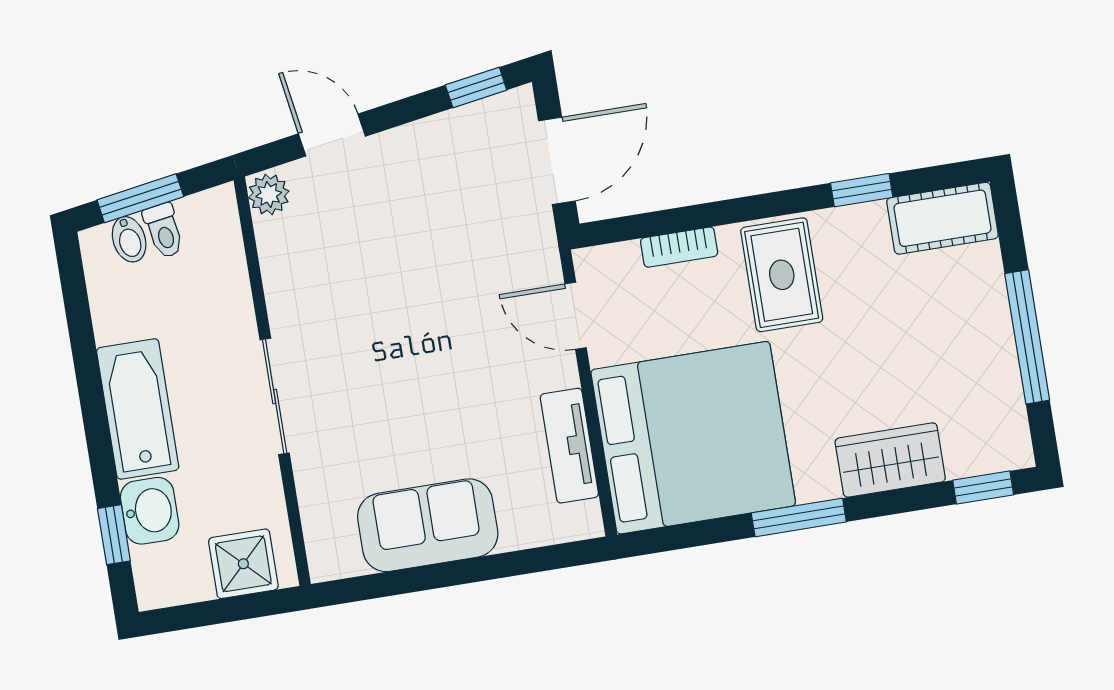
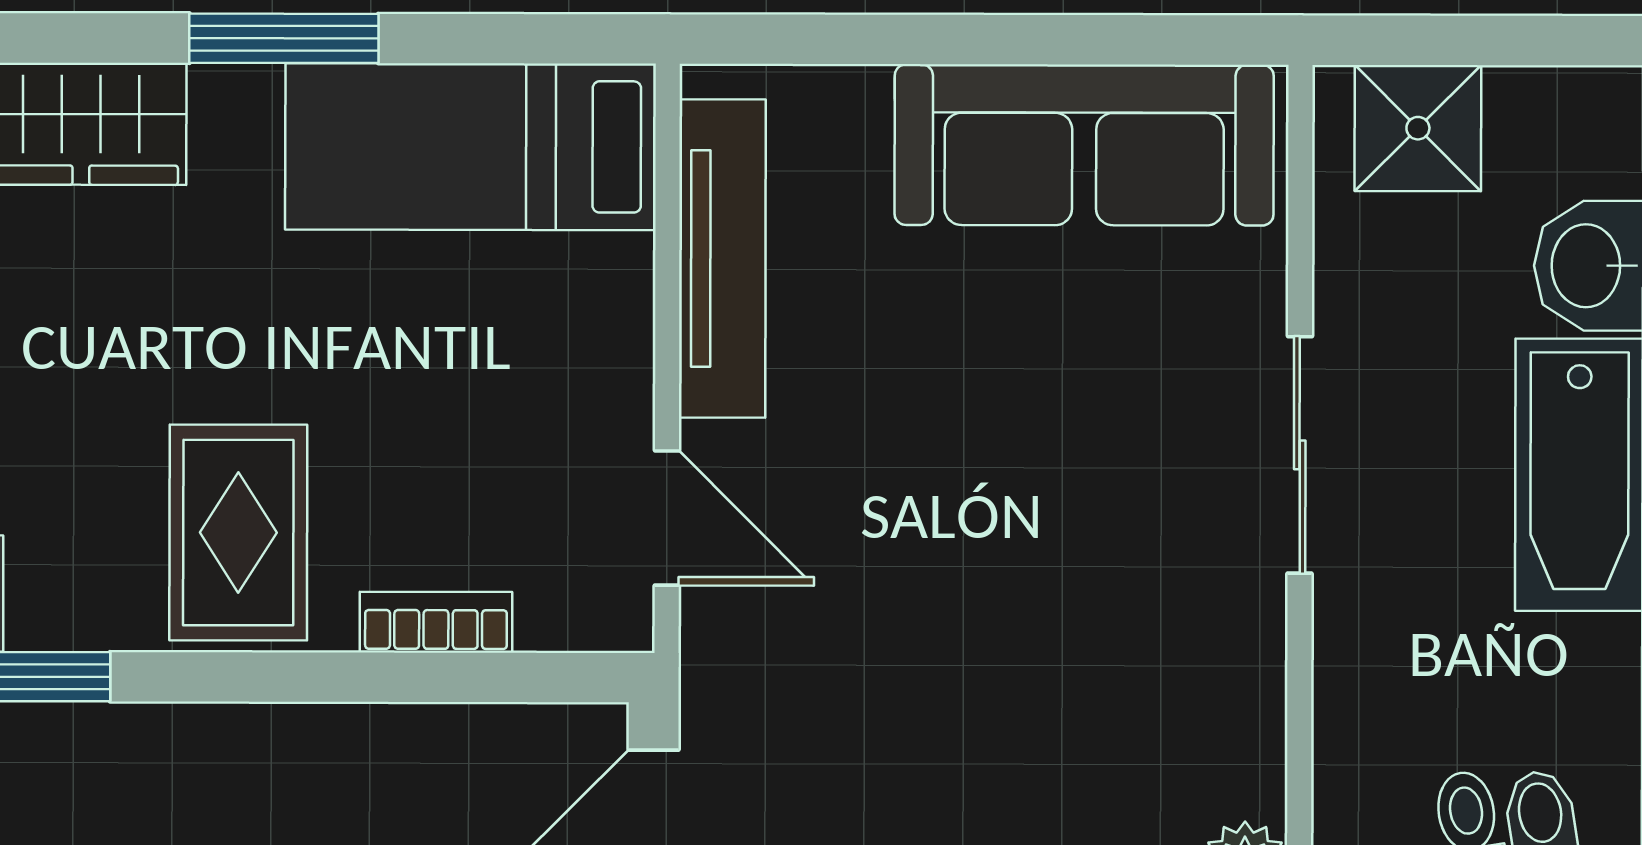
bed: (693, 438) -> (470, 147), width x0.49
tv unit: (569, 446) -> (722, 259), width x1.41
sofa: (428, 525) -> (1084, 145), width x1.36

